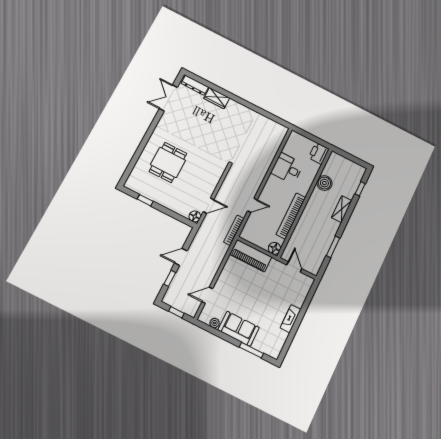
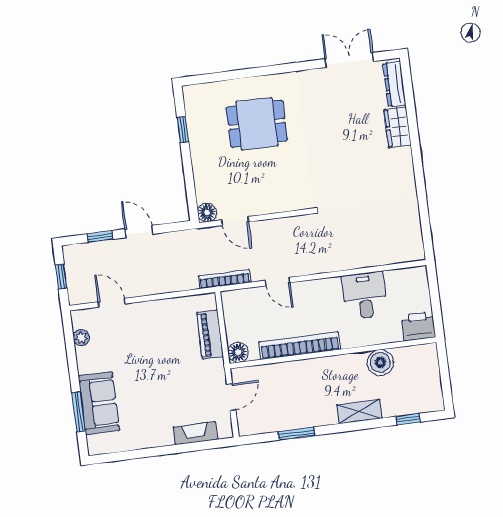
piano: (251, 256) -> (210, 335), width x0.73, depth x0.75
fireplace: (291, 319) -> (195, 433), moved
sofa: (239, 329) -> (99, 403), moved

